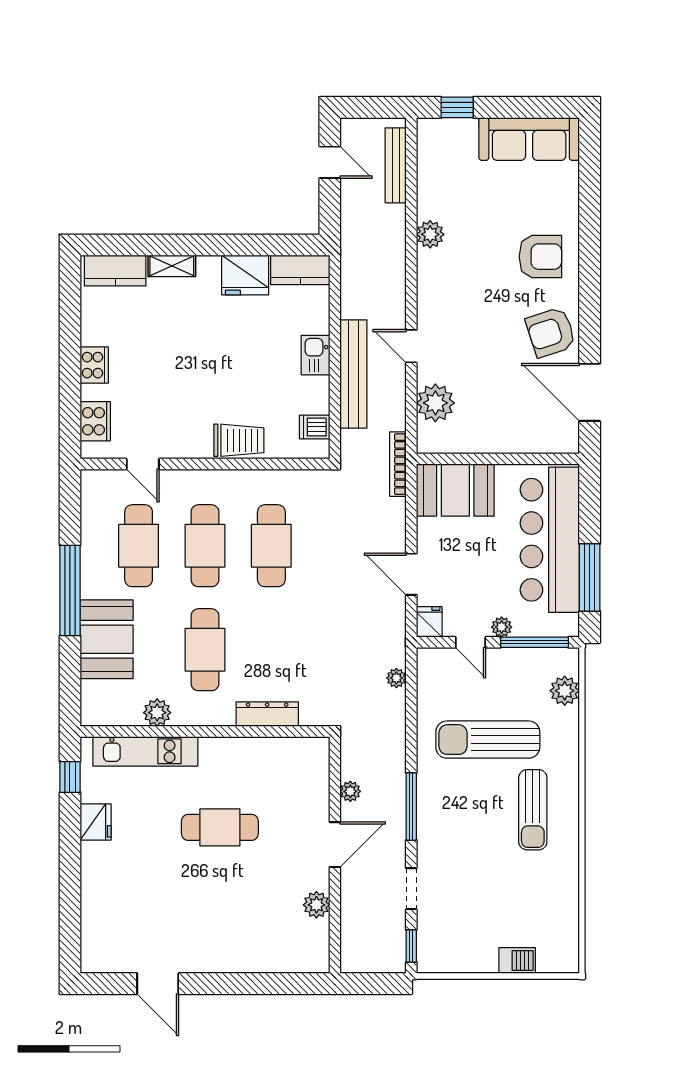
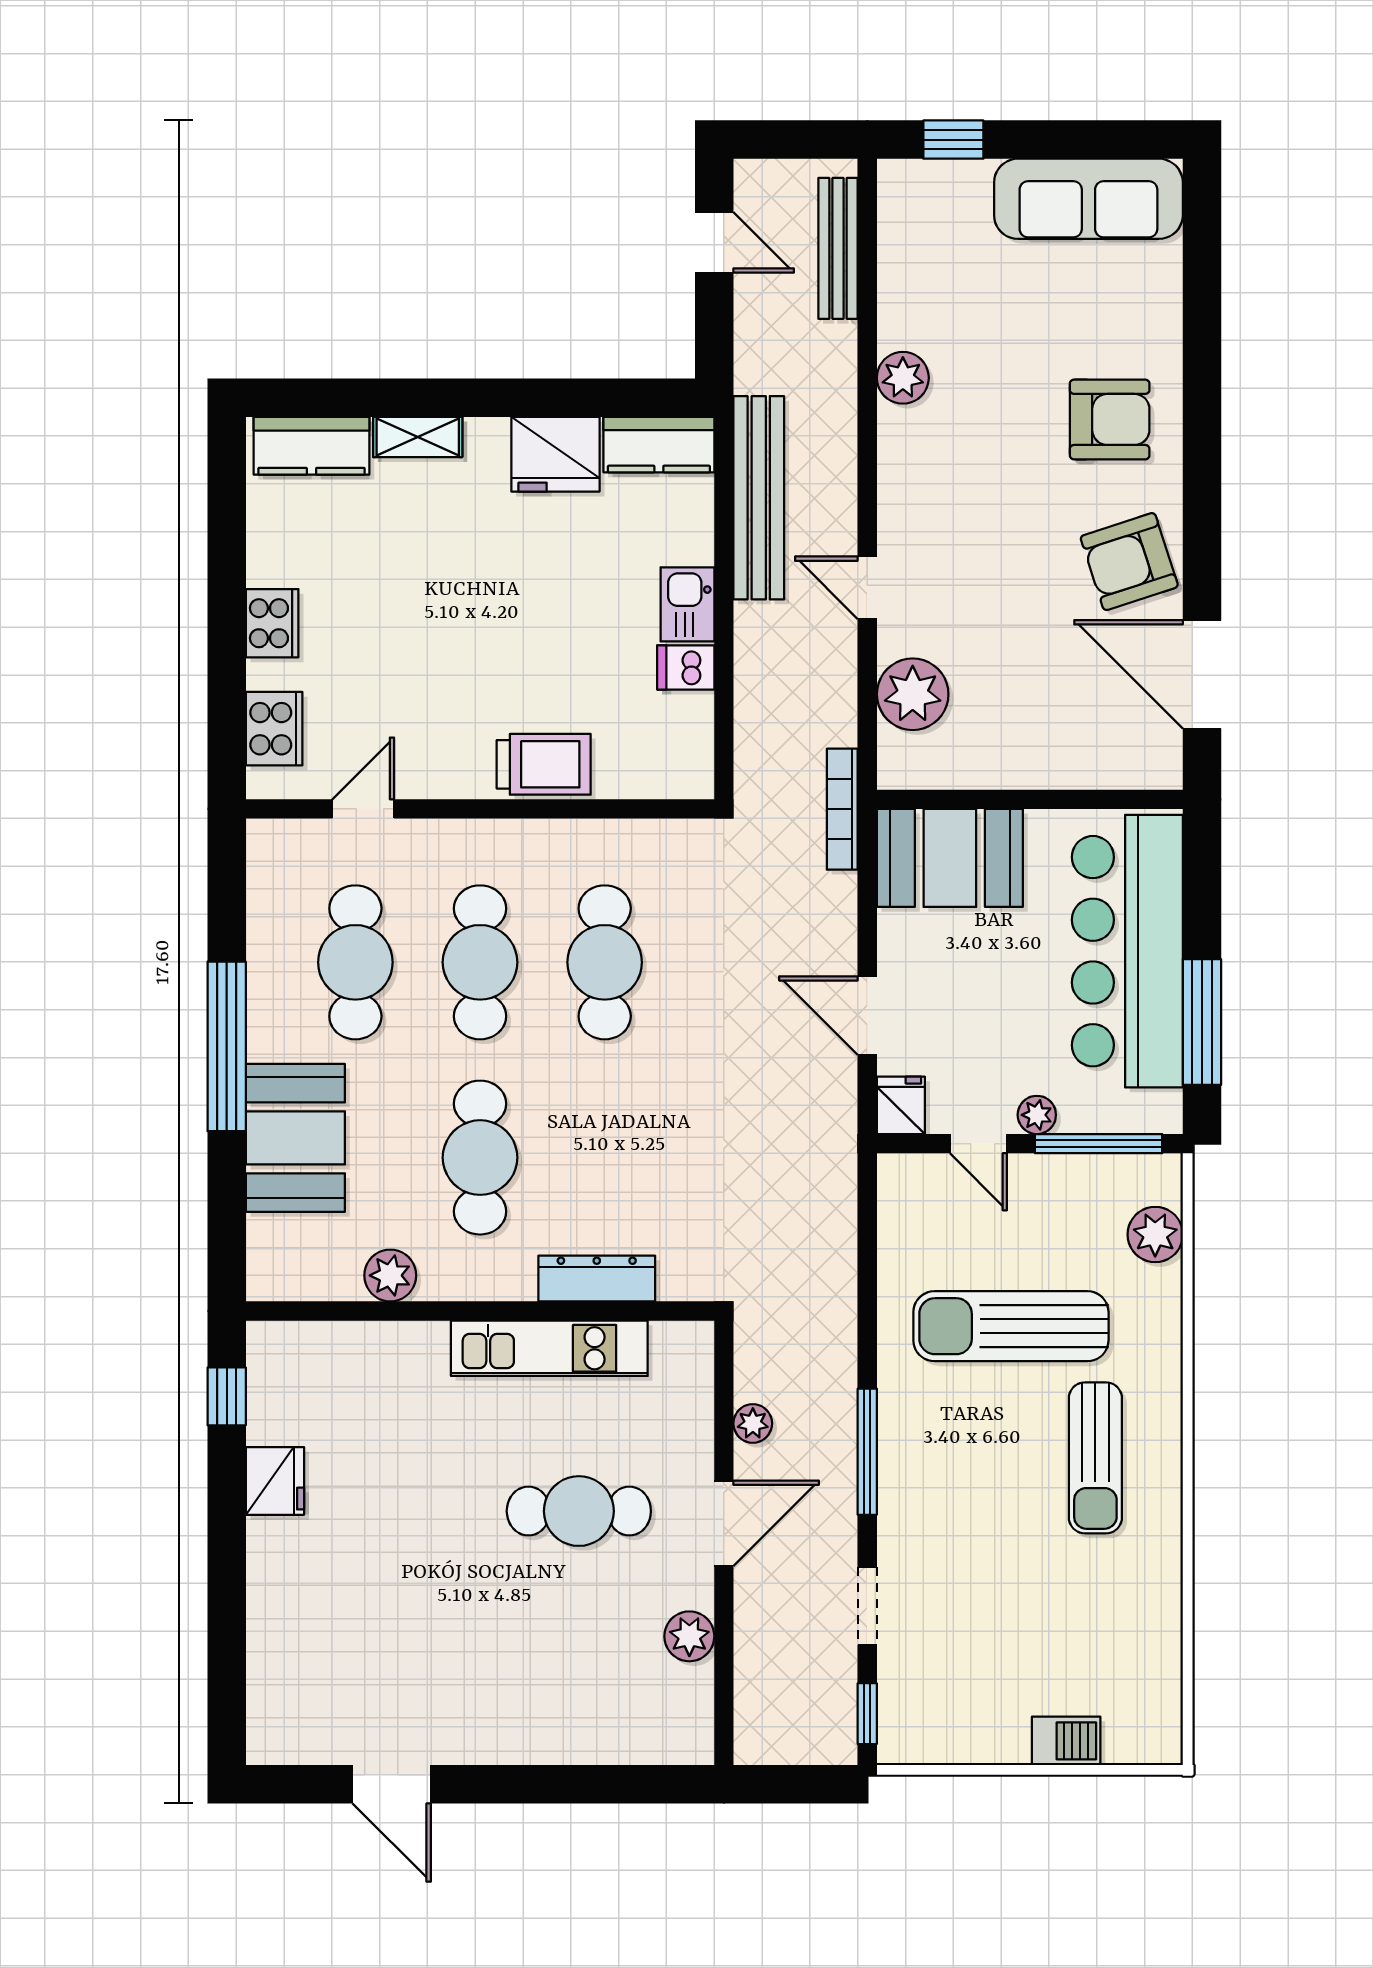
bench: (353, 374) -> (759, 498), moved
dishwasher: (315, 427) -> (686, 667), moved
door: (143, 464) -> (363, 809), swing flipped
plant: (396, 678) -> (839, 1211), removed
kitchen unit: (145, 751) -> (549, 1348), moved
cafe table: (220, 827) -> (579, 1511), moved

